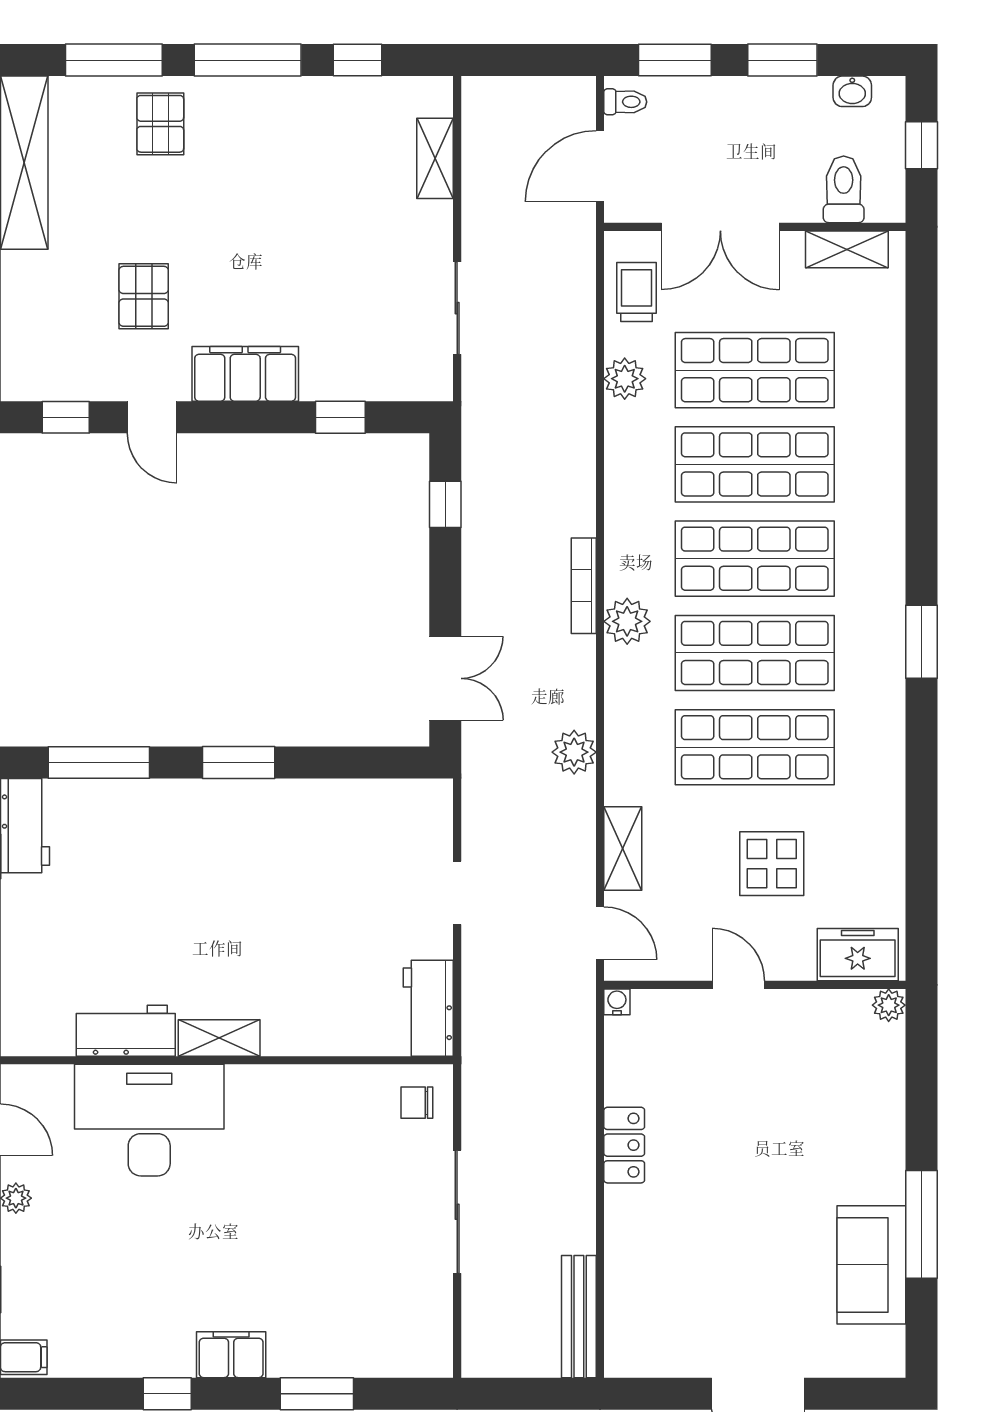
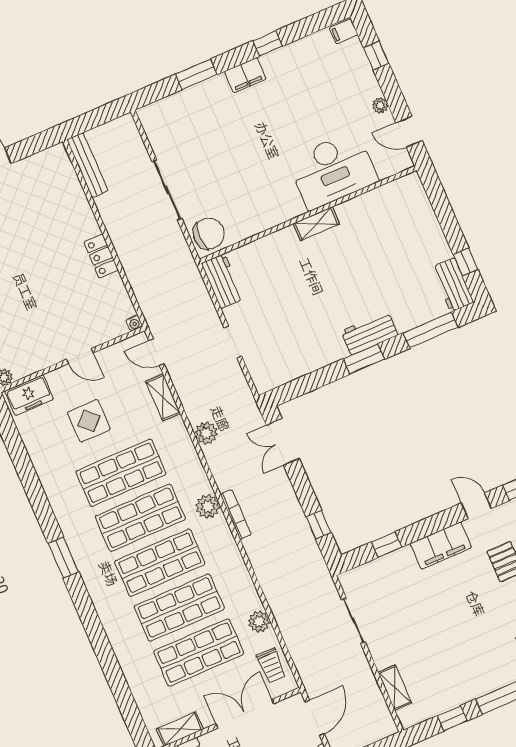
workbench: (126, 1031) -> (370, 333), moved, turned 180
chair: (417, 1103) -> (209, 234), width x1.87, depth x1.87

